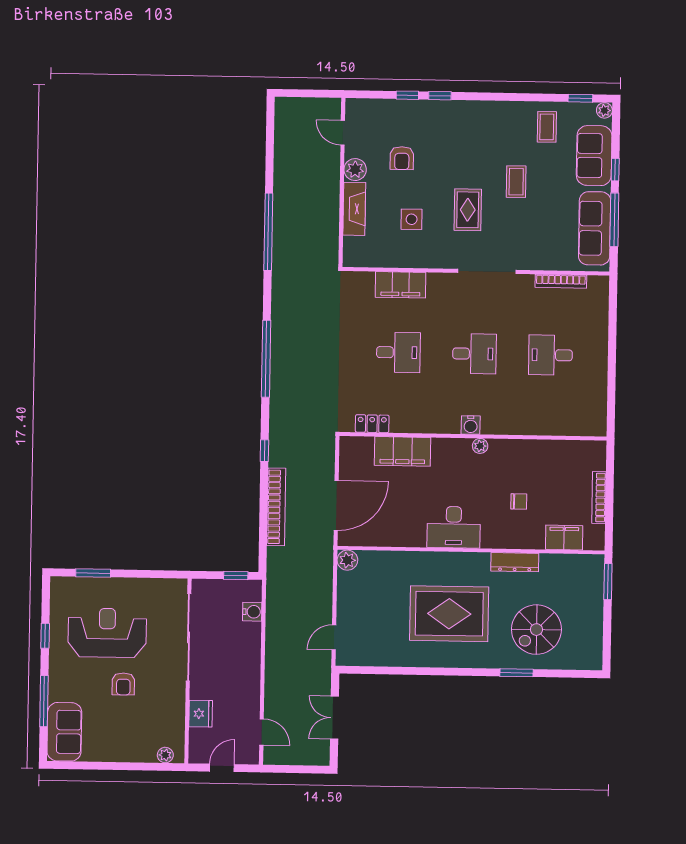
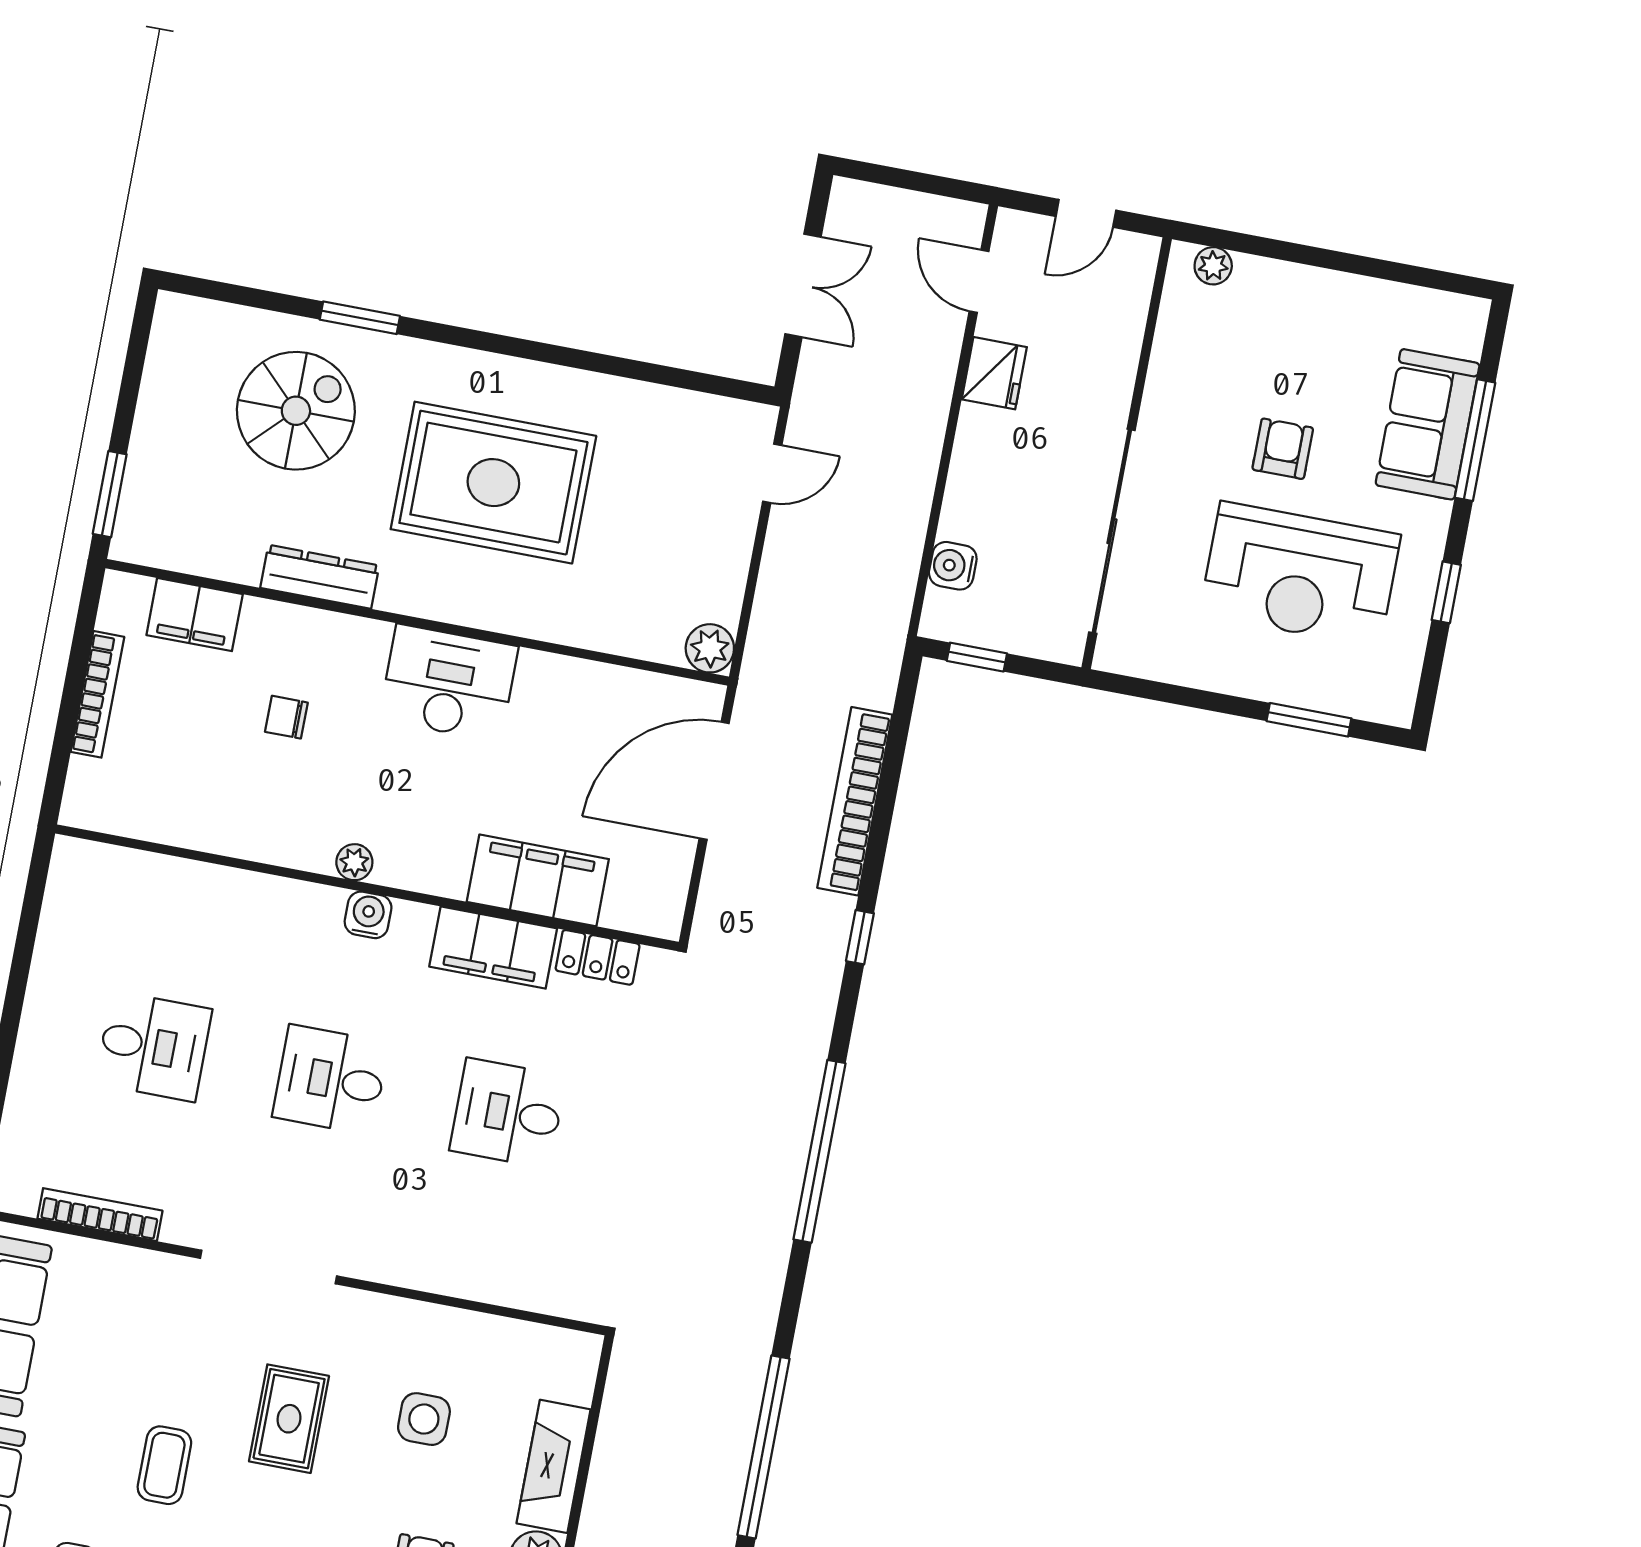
filing cabinet: (401, 285) -> (493, 948), moved, turned 180
fridge: (201, 714) -> (994, 373), moved, turned 180
sofa: (64, 732) -> (1428, 424), moved

